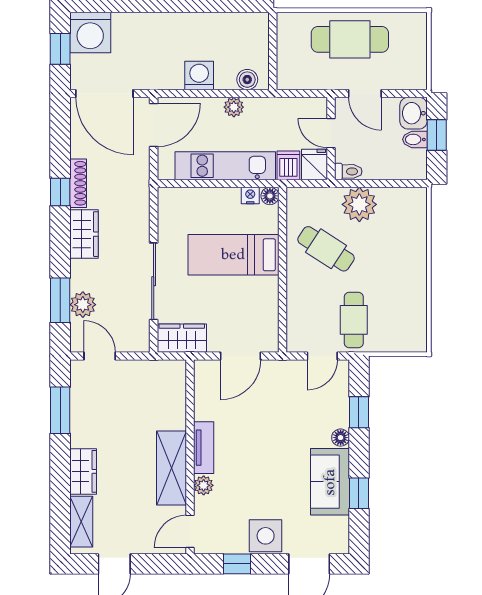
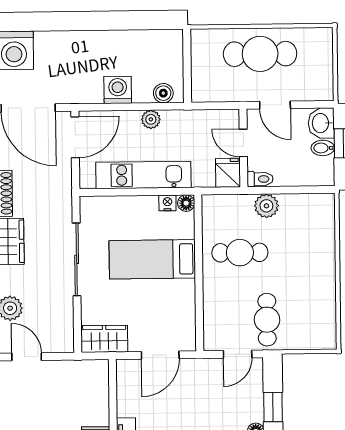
dishwasher: (288, 165) -> (203, 174), removed
plant: (359, 204) -> (266, 206), width x0.73, depth x0.73
cafe table: (326, 249) -> (240, 253), turned -33
sliding door: (154, 281) -> (77, 259), moved

